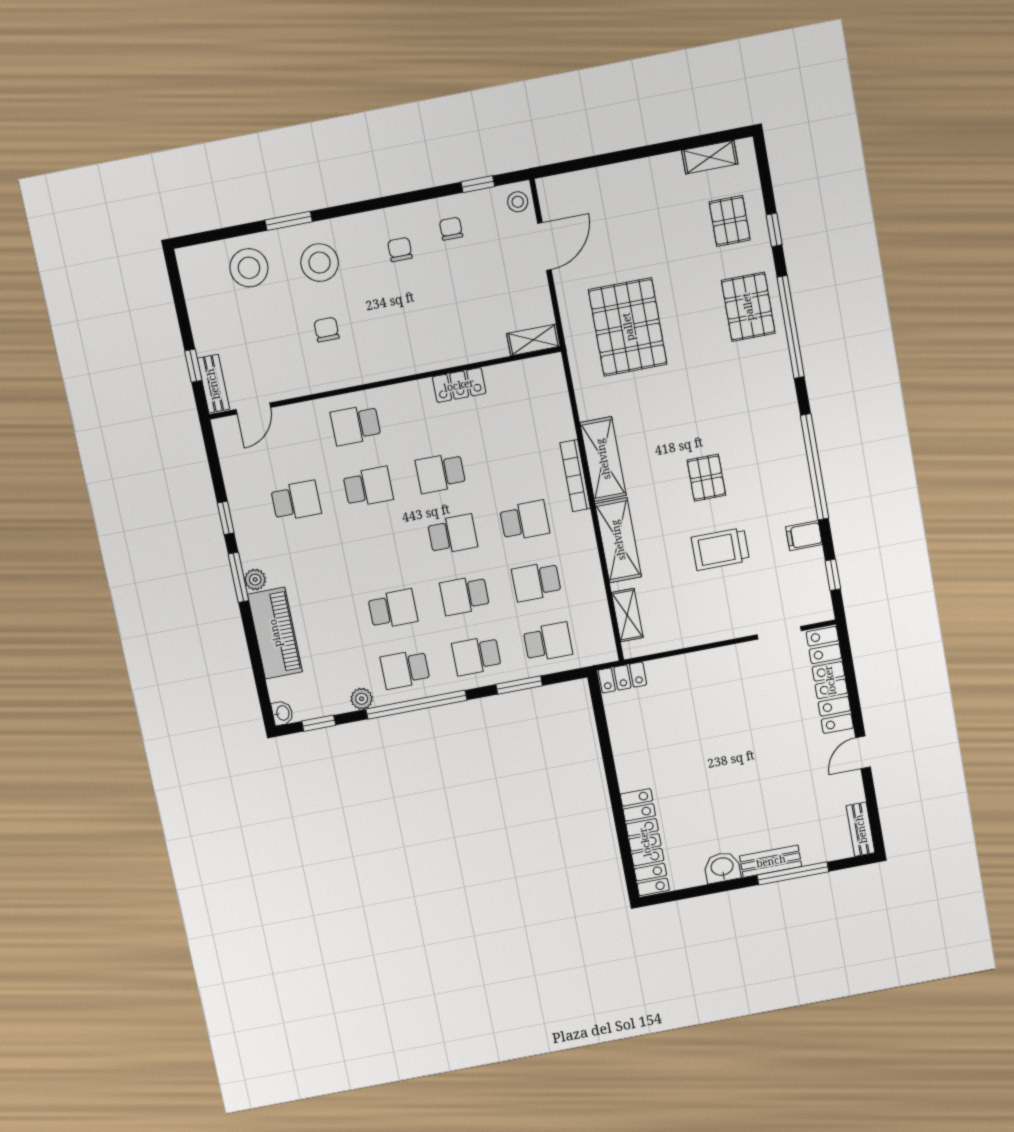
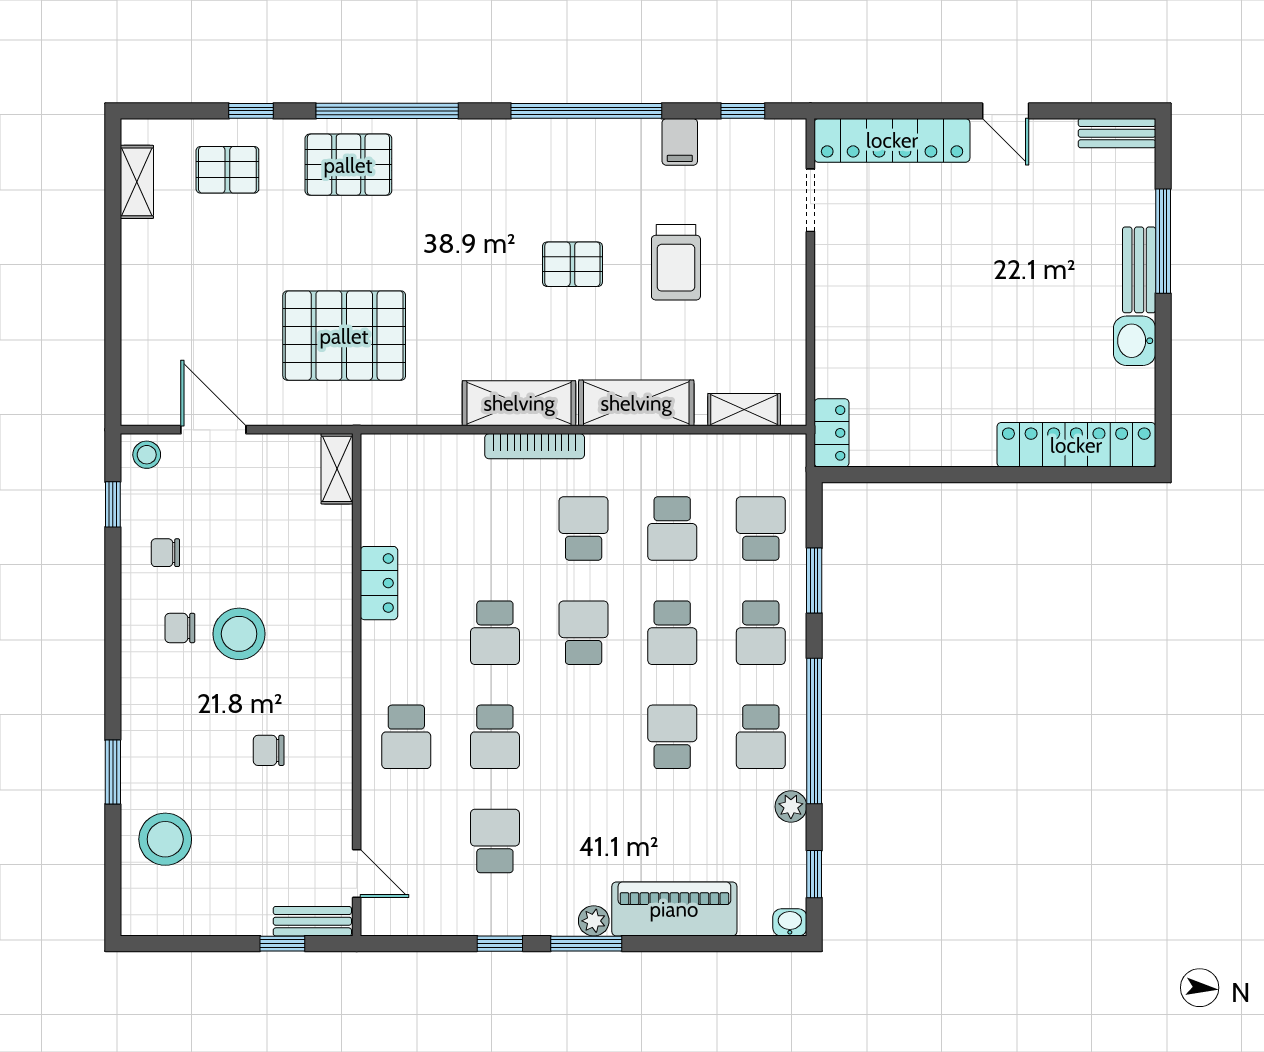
stool: (320, 263) -> (239, 634), moved
school desk: (368, 487) -> (495, 737), turned 180

